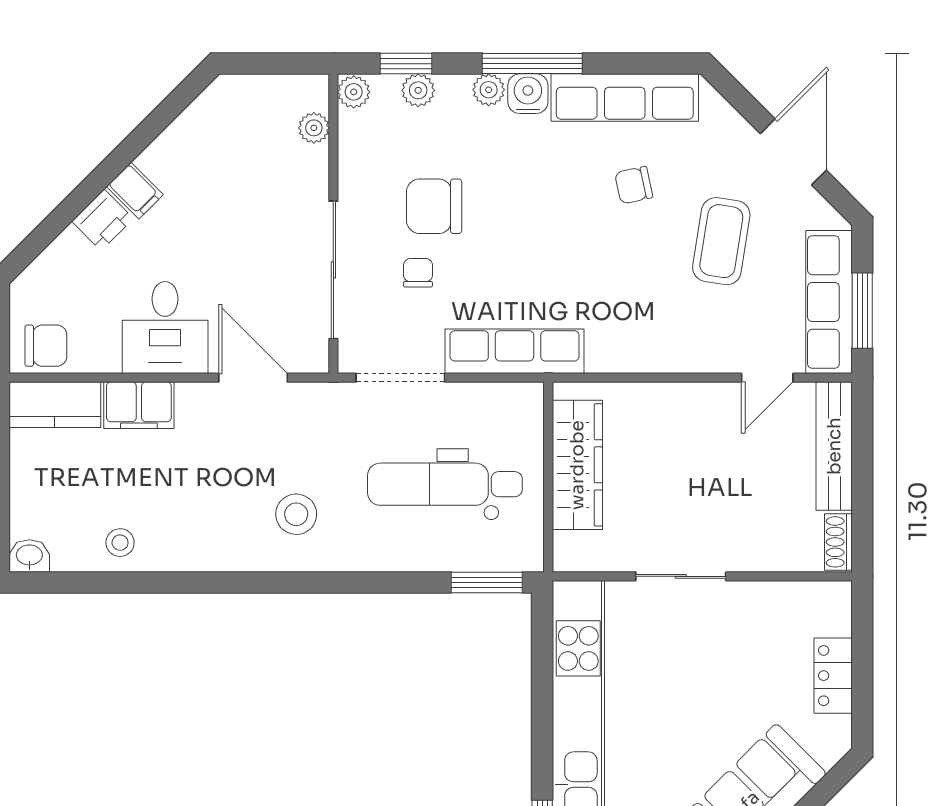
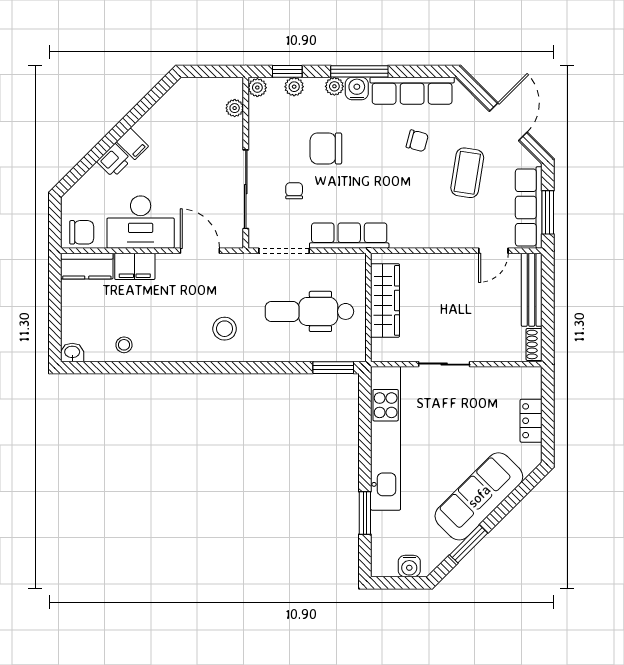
chair: (634, 185) -> (417, 141), turned -153
chair: (434, 206) -> (326, 148), moved
desk: (165, 328) -> (141, 222), width x1.37

